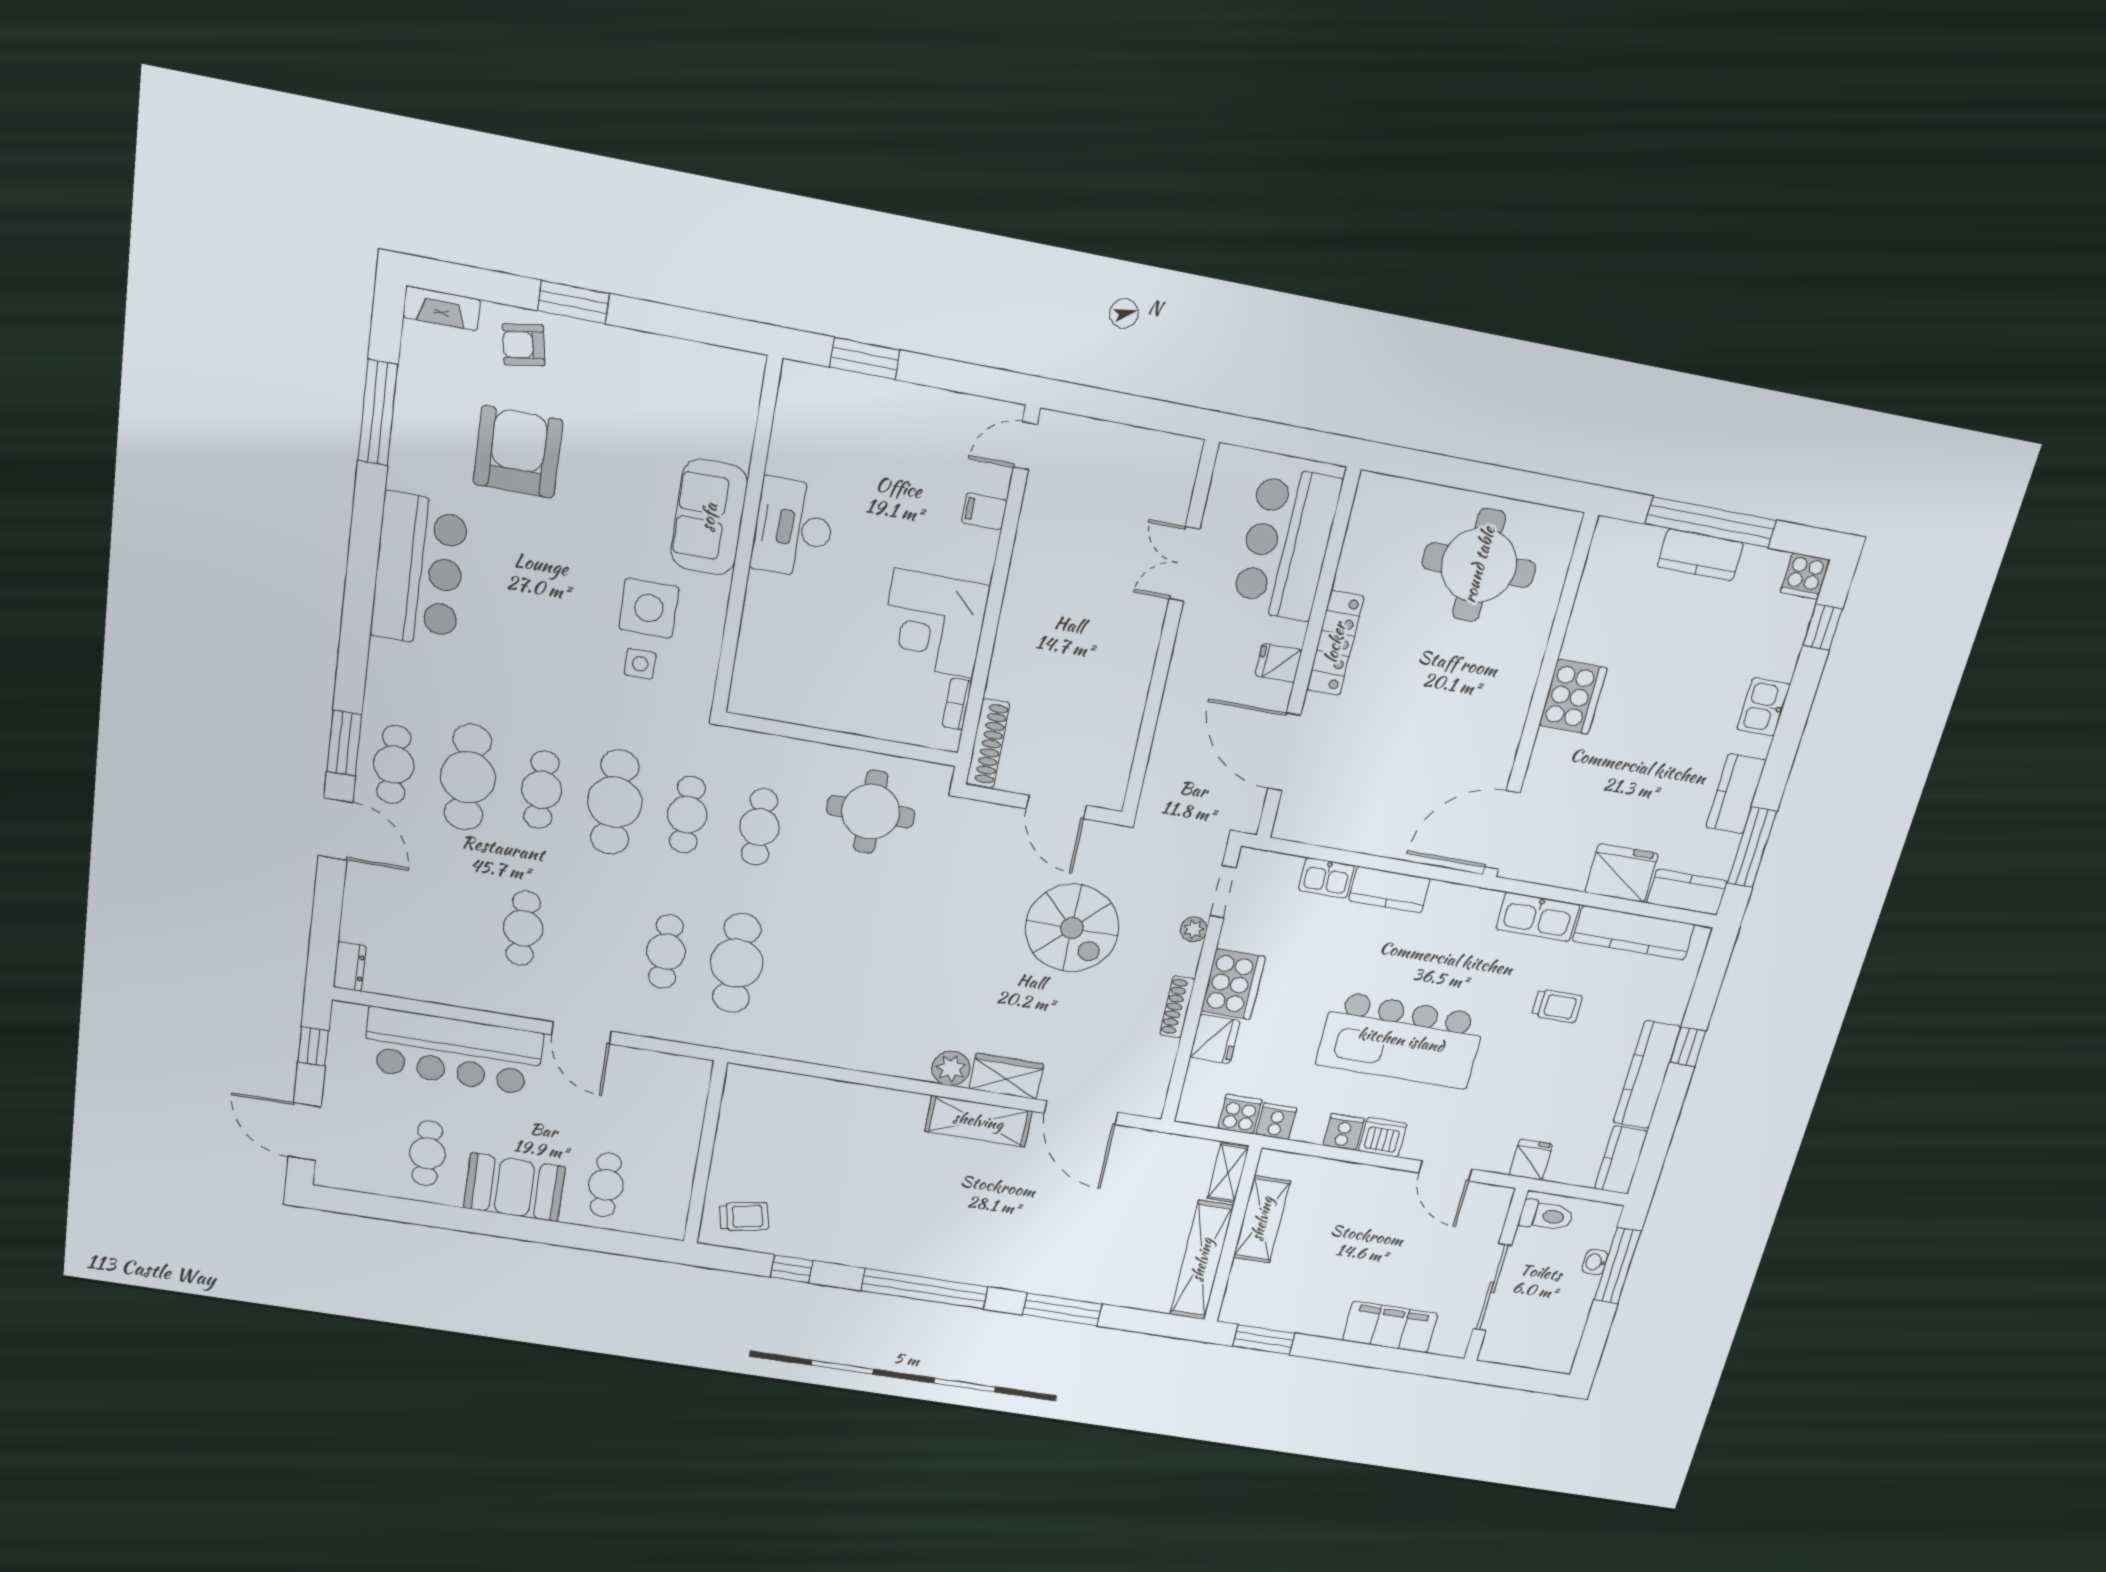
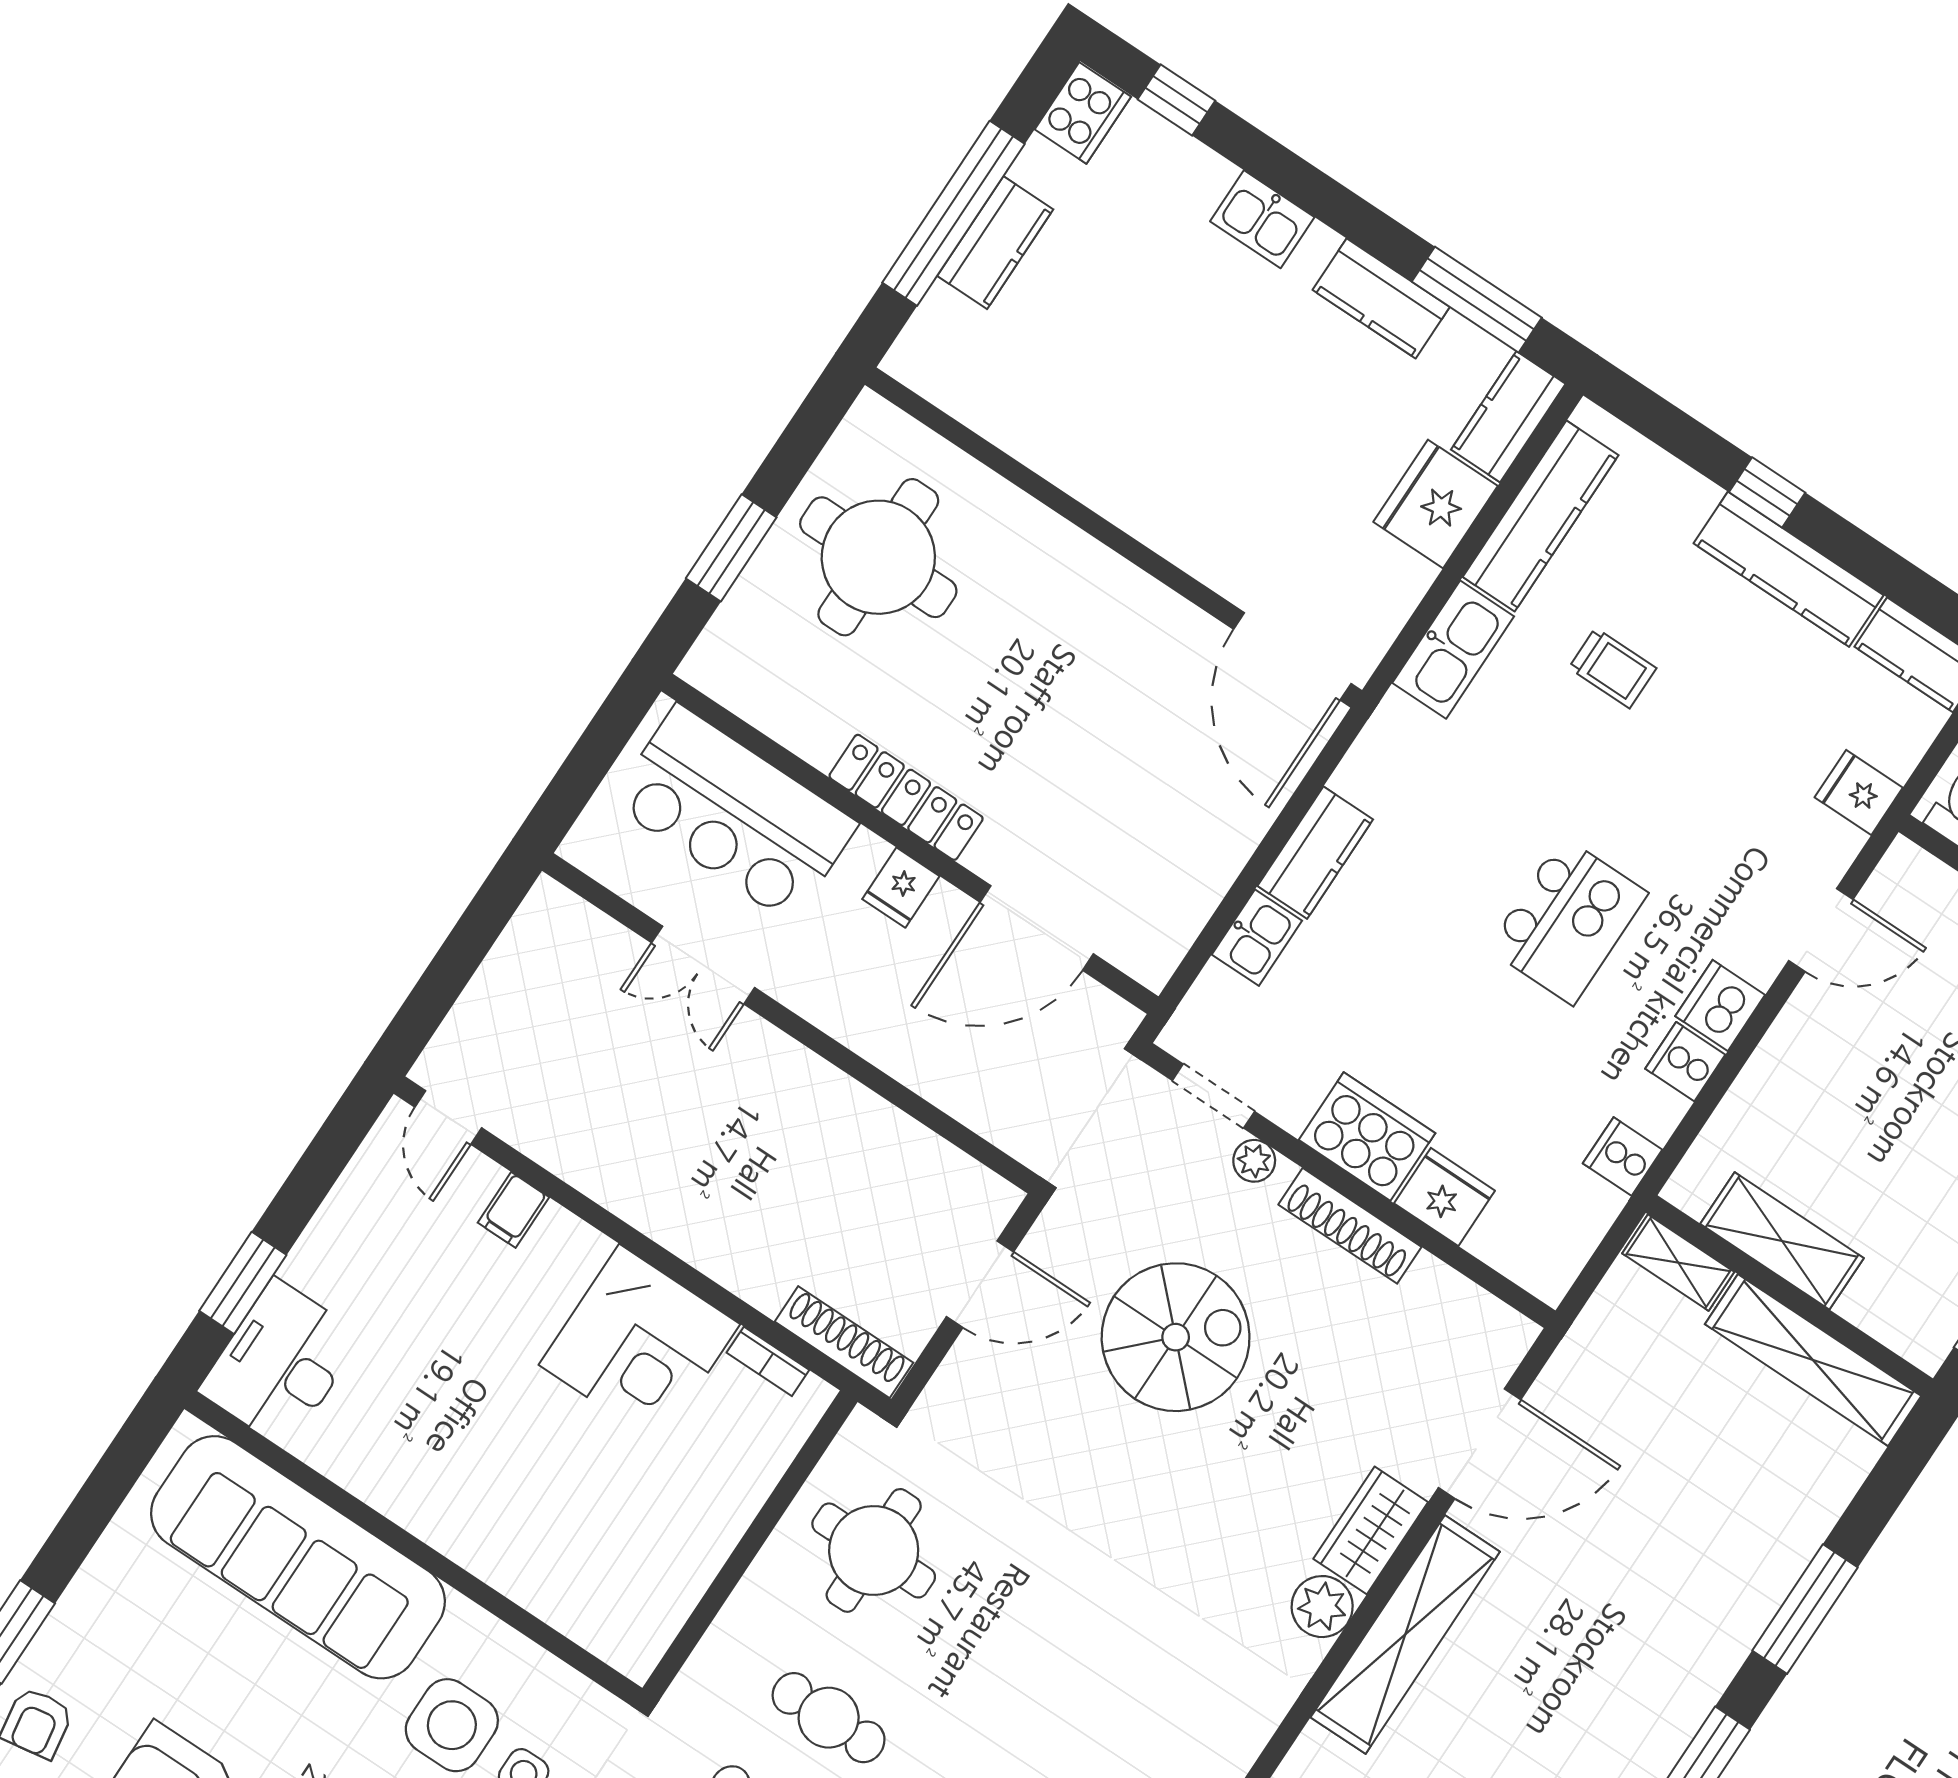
window: (1454, 472) -> (731, 548), added
sofa: (709, 517) -> (298, 1557), width x1.85, depth x1.27
desk: (793, 528) -> (281, 1364), moved, turned 90
cooker: (1805, 576) -> (1083, 113), width x1.36
cooker: (1573, 697) -> (1130, 488), removed
trolley: (1557, 1006) -> (1613, 668), turned 90
shoe rack: (1177, 1007) -> (1350, 1226), width x1.36, depth x1.24
kitchen island: (1401, 1040) -> (1568, 921), width x0.54, depth x0.78
cooker: (1240, 1114) -> (1586, 1207), removed
shelving: (978, 1121) -> (1405, 1635), width x1.47

